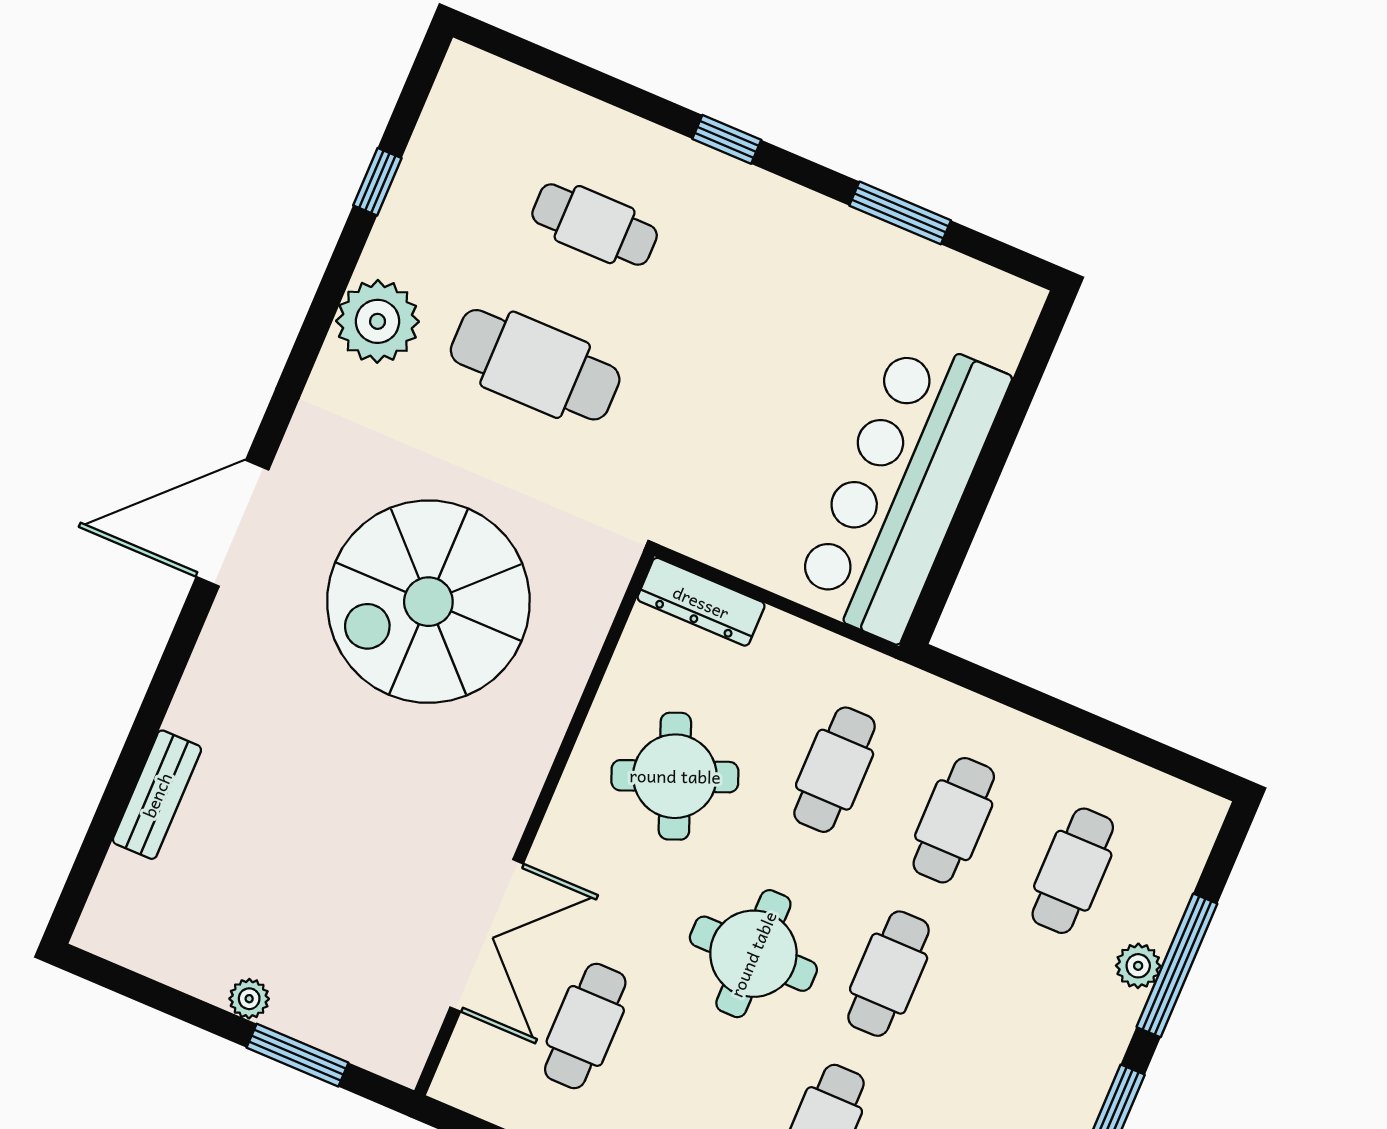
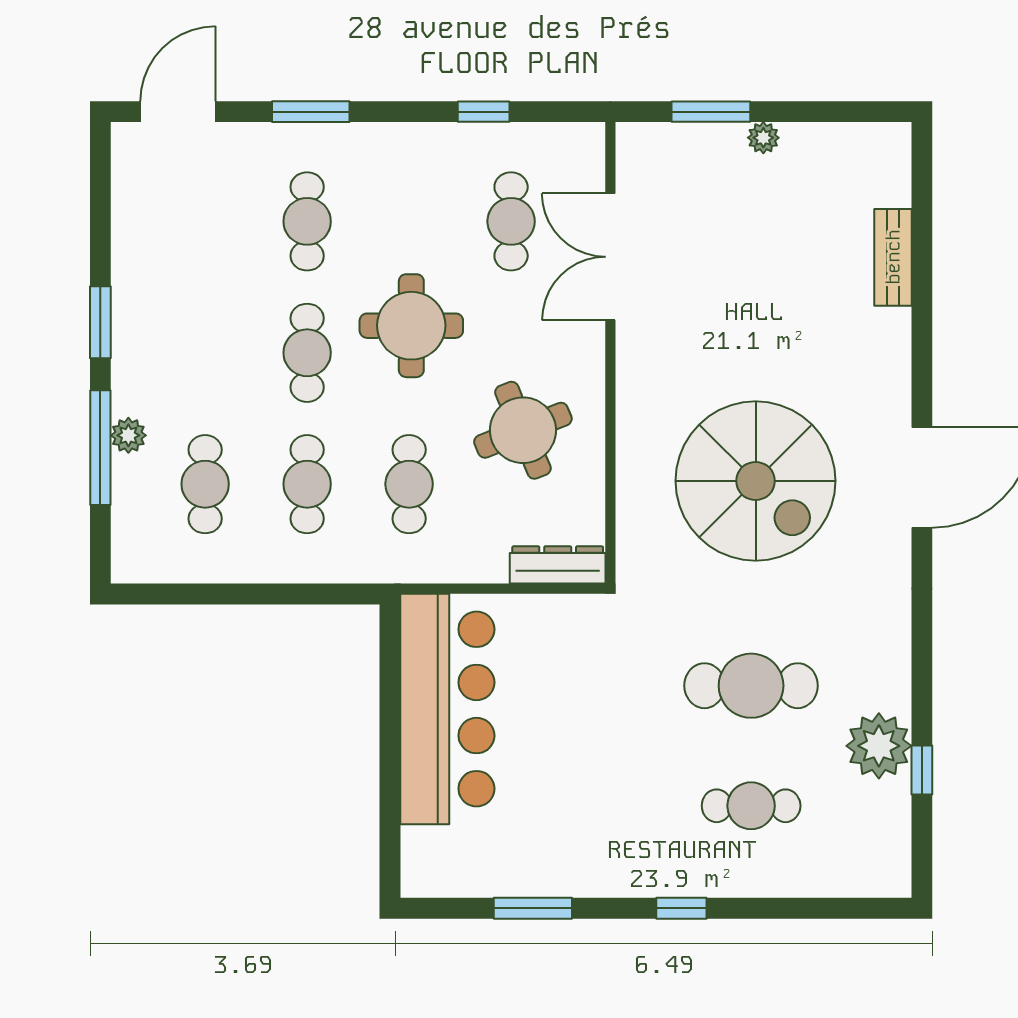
plant: (378, 321) -> (879, 746), moved
spiral stairs: (428, 602) -> (756, 481), turned 90

